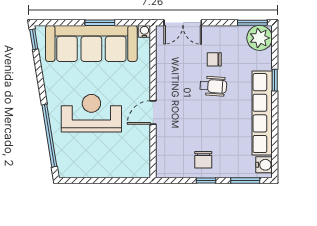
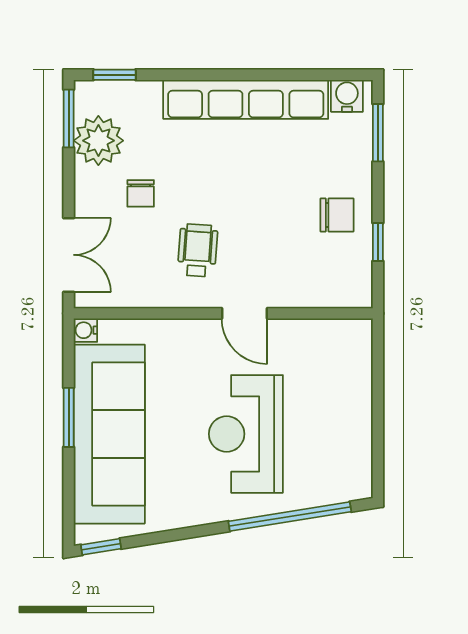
plant: (260, 38) -> (98, 141), moved
window: (275, 80) -> (115, 75), moved
wheelchair: (213, 86) -> (198, 250), moved
window: (206, 181) -> (378, 242), moved

